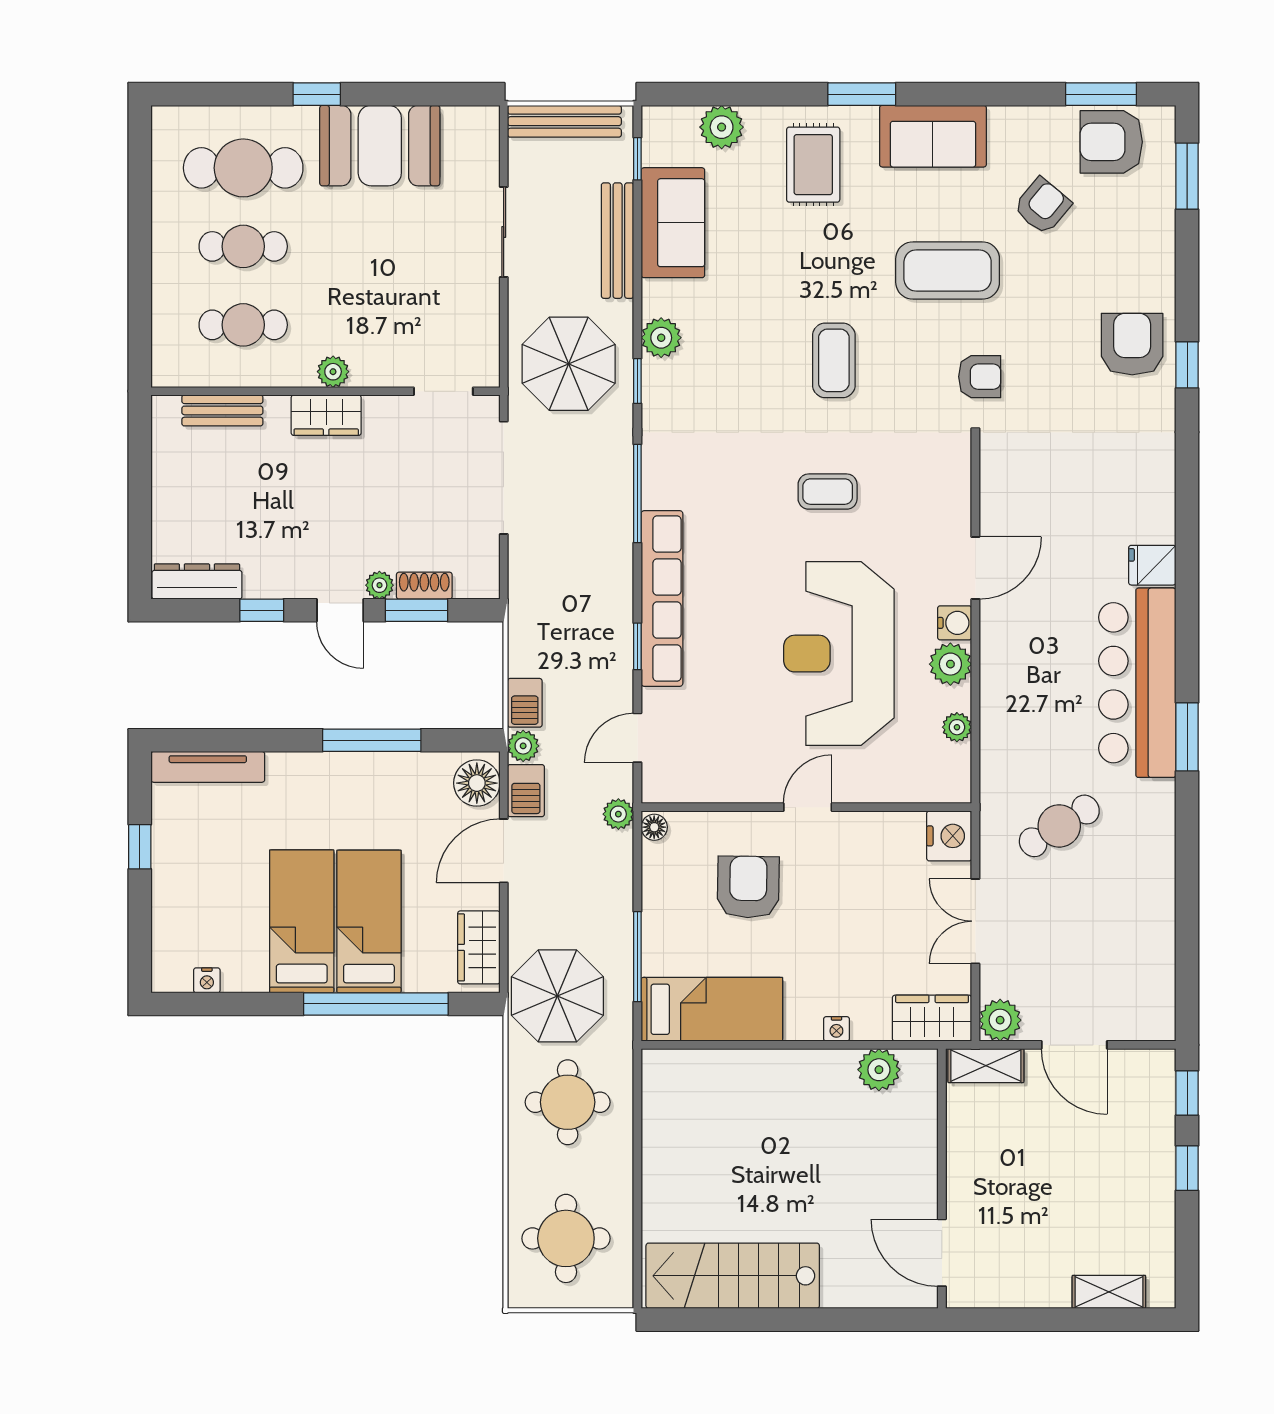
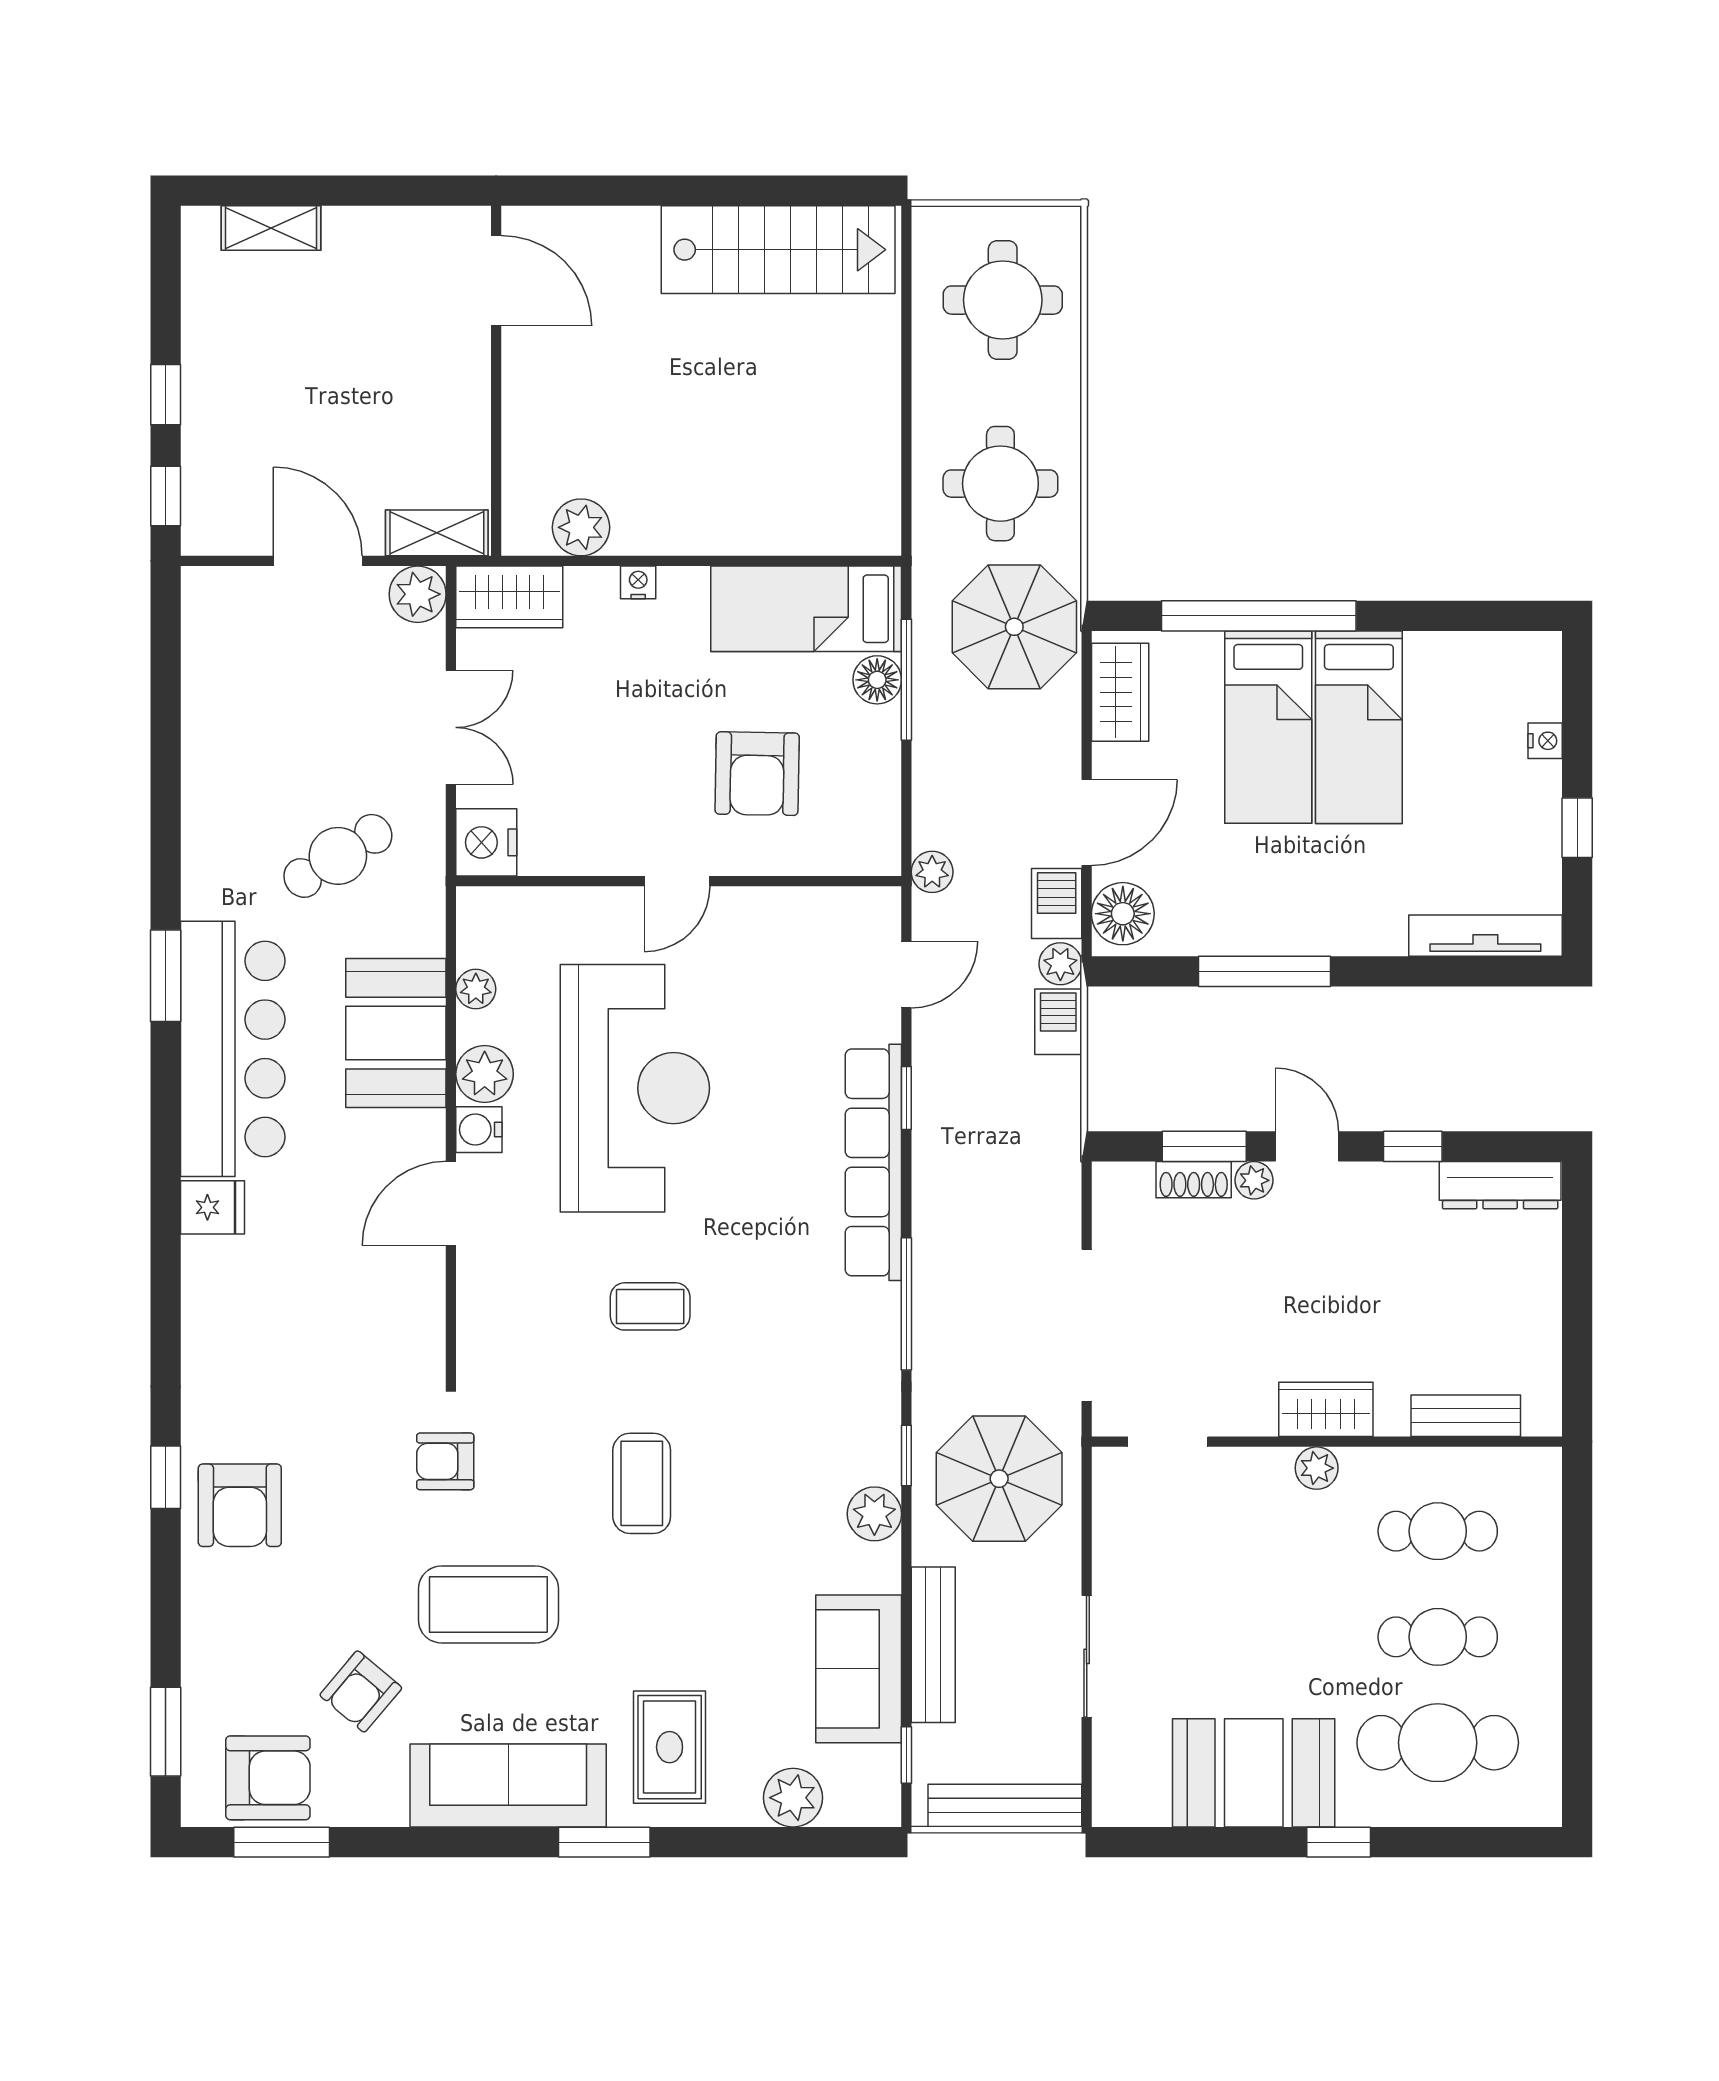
sofa: (933, 136) -> (508, 1785), width x1.36
booth: (1016, 694) -> (396, 1033), added
floor lamp: (654, 827) -> (877, 680), moved, width x1.37, depth x1.37
nightstand: (207, 980) -> (1545, 741), moved, turned 90

